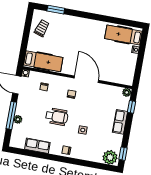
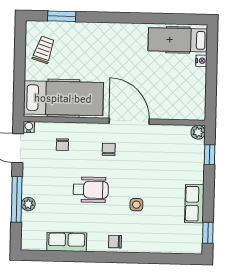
hospital bed: (43, 61) -> (63, 98), width x1.37, depth x1.29
row of seats: (120, 122) -> (194, 204), moved
plant: (110, 157) -> (188, 242), removed

